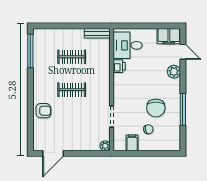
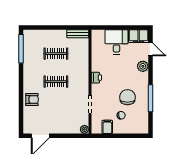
desk: (128, 45) -> (116, 42), moved, turned 90
printer: (119, 66) -> (96, 78), moved
chair: (156, 108) -> (127, 97), turned 180

